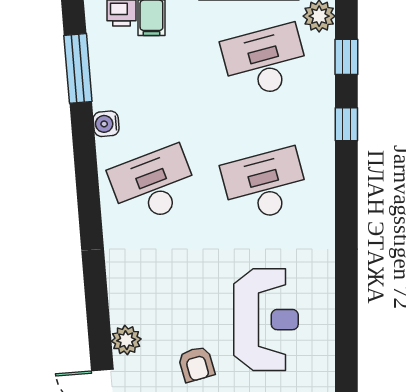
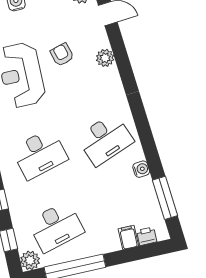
plant: (126, 340) -> (105, 58), moved
armchair: (196, 364) -> (62, 55), moved

